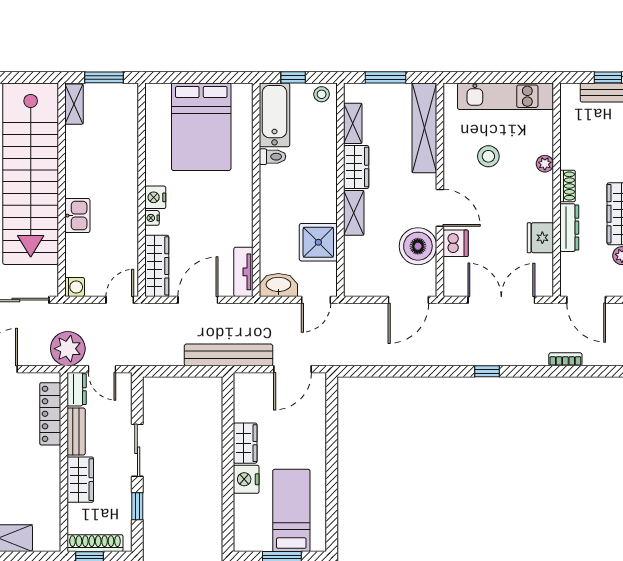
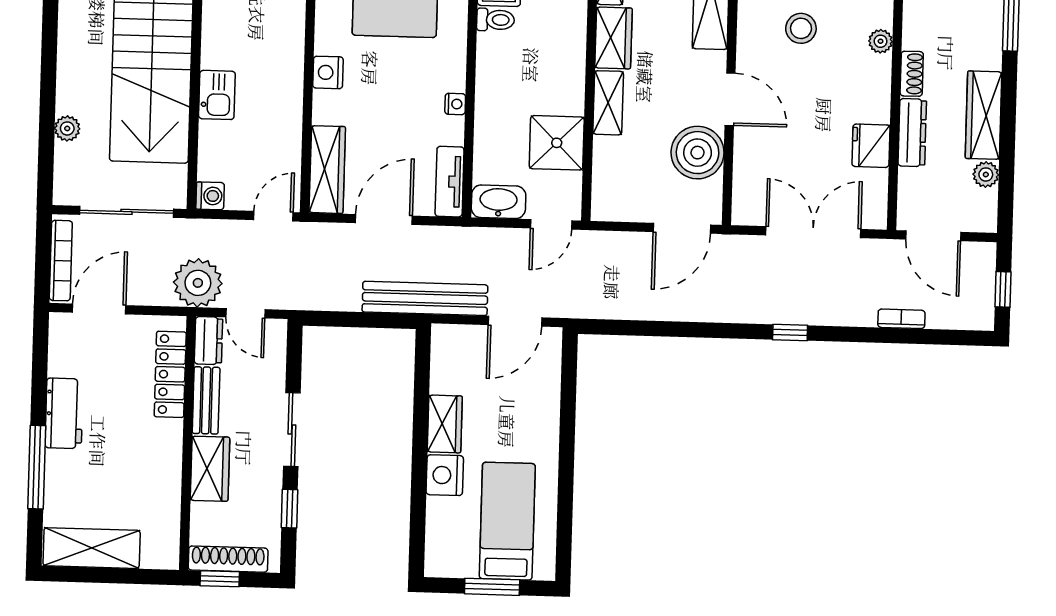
nightstand: (152, 218) -> (455, 104), moved, turned 180
dishwasher: (456, 243) -> (751, 150), removed

